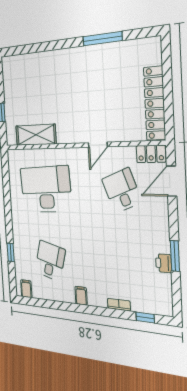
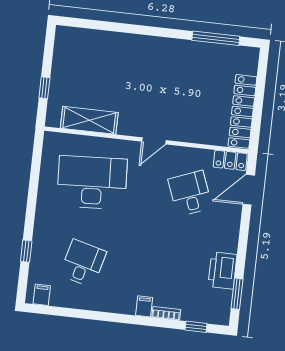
window: (102, 39) -> (216, 38), moved
door: (98, 145) -> (154, 141), moved
window: (175, 256) -> (237, 294), moved
printer: (164, 263) -> (222, 270), width x1.87, depth x1.48
filing cabinet: (81, 296) -> (144, 306), moved

